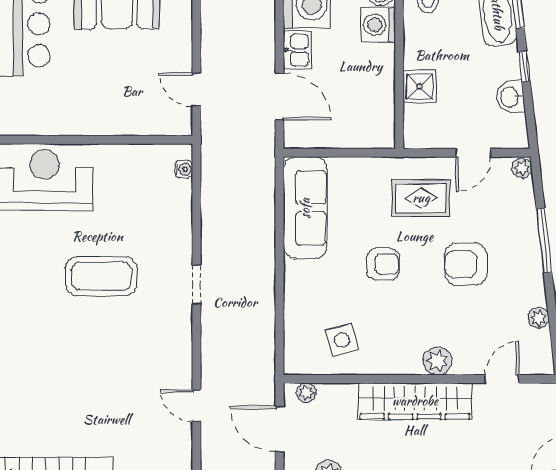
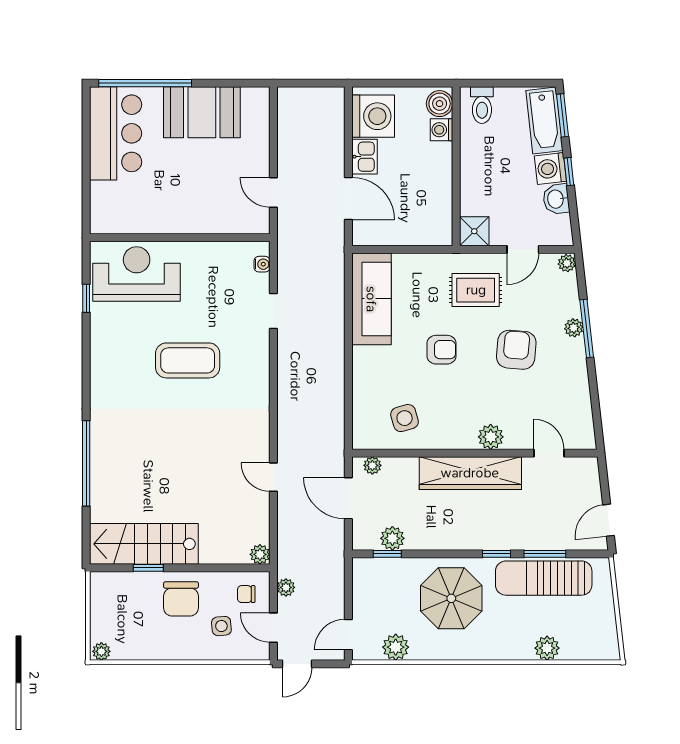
washing machine: (378, 25) -> (441, 130), width x0.73, depth x0.73
washing machine: (504, 63) -> (550, 169), added
shower: (419, 86) -> (474, 231), moved
armchair: (466, 264) -> (516, 350), turned 95
doorway: (196, 285) -> (273, 311), moved
plant: (538, 318) -> (574, 328), moved
door: (502, 379) -> (549, 453), hinge flipped

